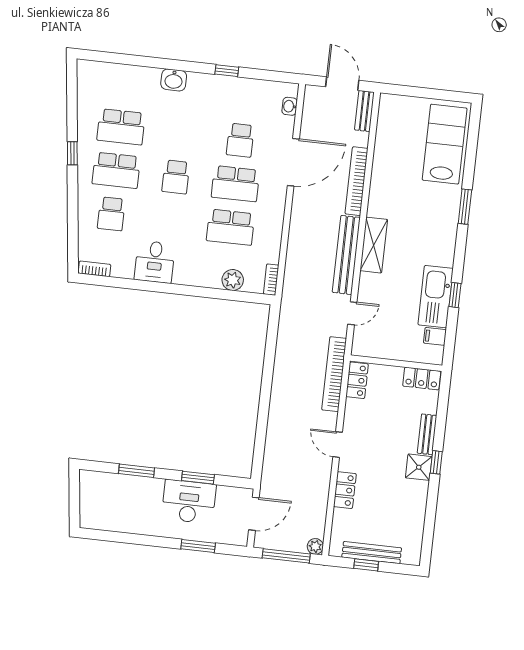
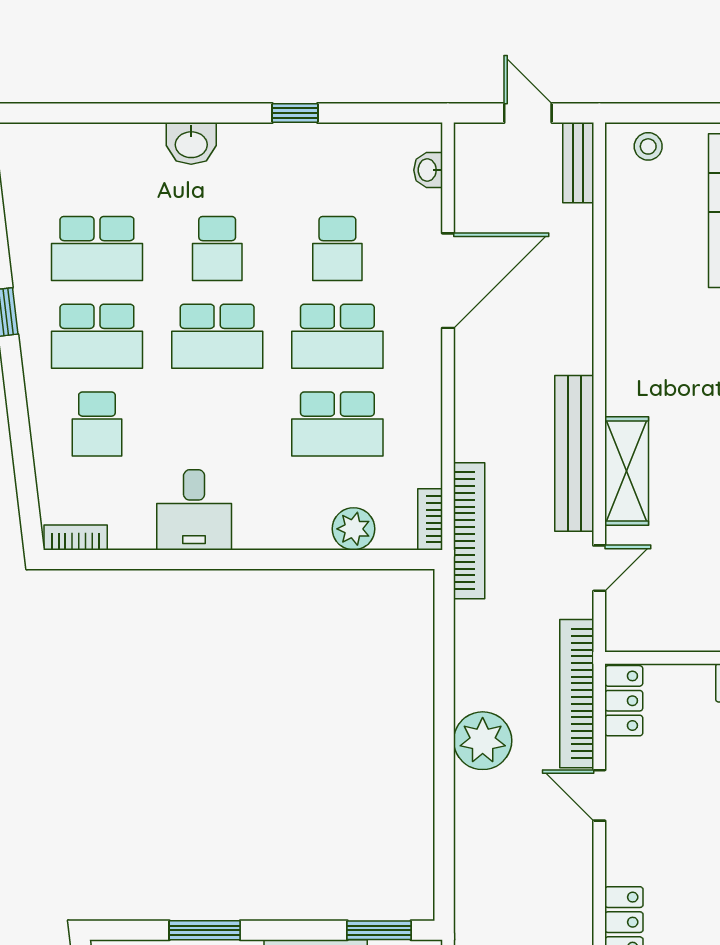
door: (342, 84) -> (528, 113), width x0.73
stool: (400, 107) -> (648, 146), added
school desk: (181, 133) -> (217, 248), added
school desk: (176, 177) -> (217, 336), width x1.85
bookcase: (357, 181) -> (469, 531), moved, turned 180
shelving: (374, 245) -> (627, 471), moved
plant: (285, 392) -> (483, 741), added
door: (338, 445) -> (599, 795), moved
window: (198, 478) -> (379, 930), moved

